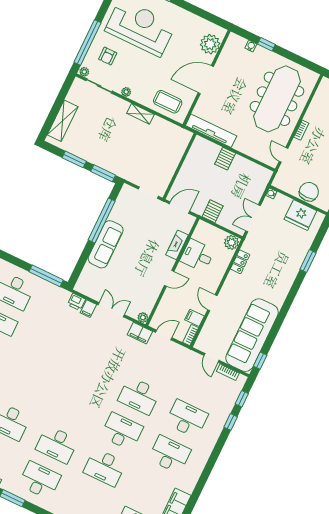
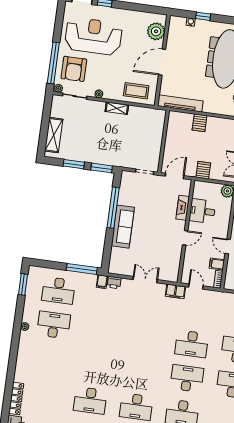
armchair: (108, 56) -> (74, 69), width x1.88, depth x1.88
filing cabinet: (88, 309) -> (102, 282), moved
plant: (143, 317) -> (174, 278), removed
door: (164, 335) -> (196, 287), hinge flipped

